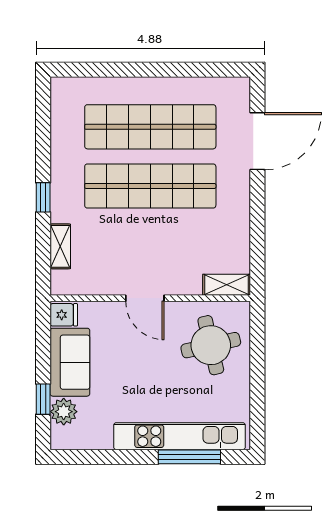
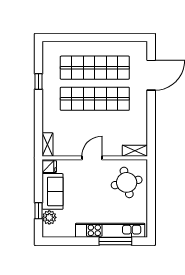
window: (43, 197) -> (38, 81), moved
shelving: (60, 246) -> (47, 145), moved
door: (145, 298) -> (92, 158), swing flipped

